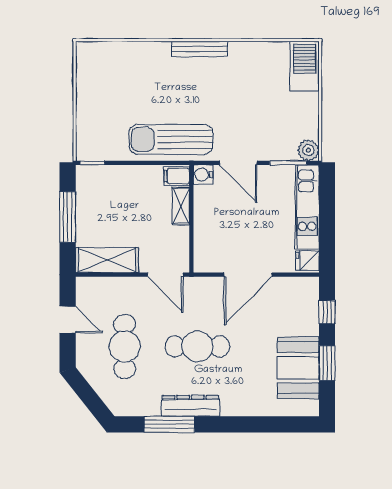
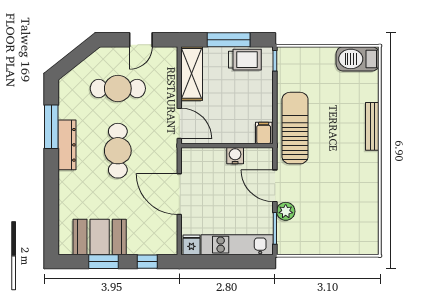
bench: (200, 49) -> (372, 126), moved
barbecue: (305, 66) -> (358, 59), moved, turned 180
plant: (308, 150) -> (286, 211), moved
door: (238, 163) -> (275, 186), hinge flipped
water cooler: (203, 175) -> (235, 156), moved
trolley: (91, 198) -> (245, 60), added
shelving: (181, 206) -> (238, 137), removed
door: (165, 275) -> (179, 123), swing flipped

